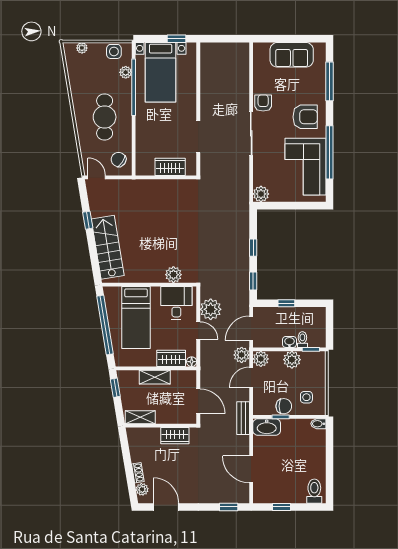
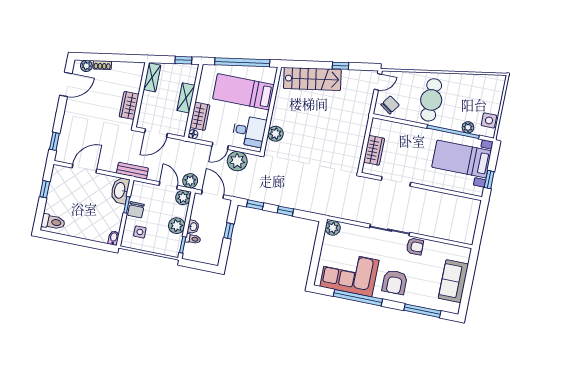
plant: (82, 48) -> (498, 92), removed
cafe table: (105, 117) -> (431, 100), turned 90

